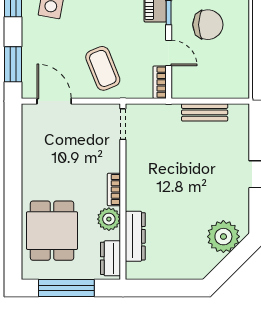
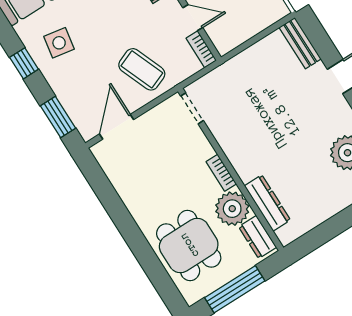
door: (54, 101) -> (116, 127), hinge flipped
bench: (205, 112) -> (300, 43), moved, turned 90
plant: (109, 219) -> (232, 209), width x1.36, depth x1.36

